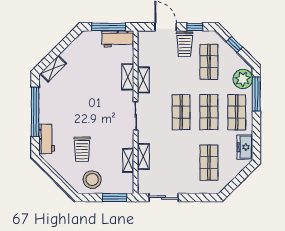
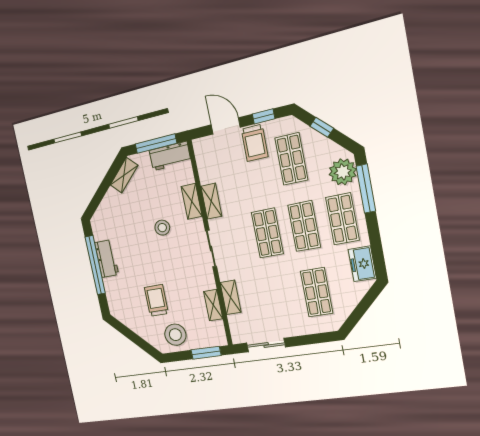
shelving: (53, 69) -> (124, 175), moved
stool: (100, 92) -> (162, 228), added
workbench: (47, 139) -> (107, 259), moved
trolley: (82, 149) -> (156, 300), turned 180

